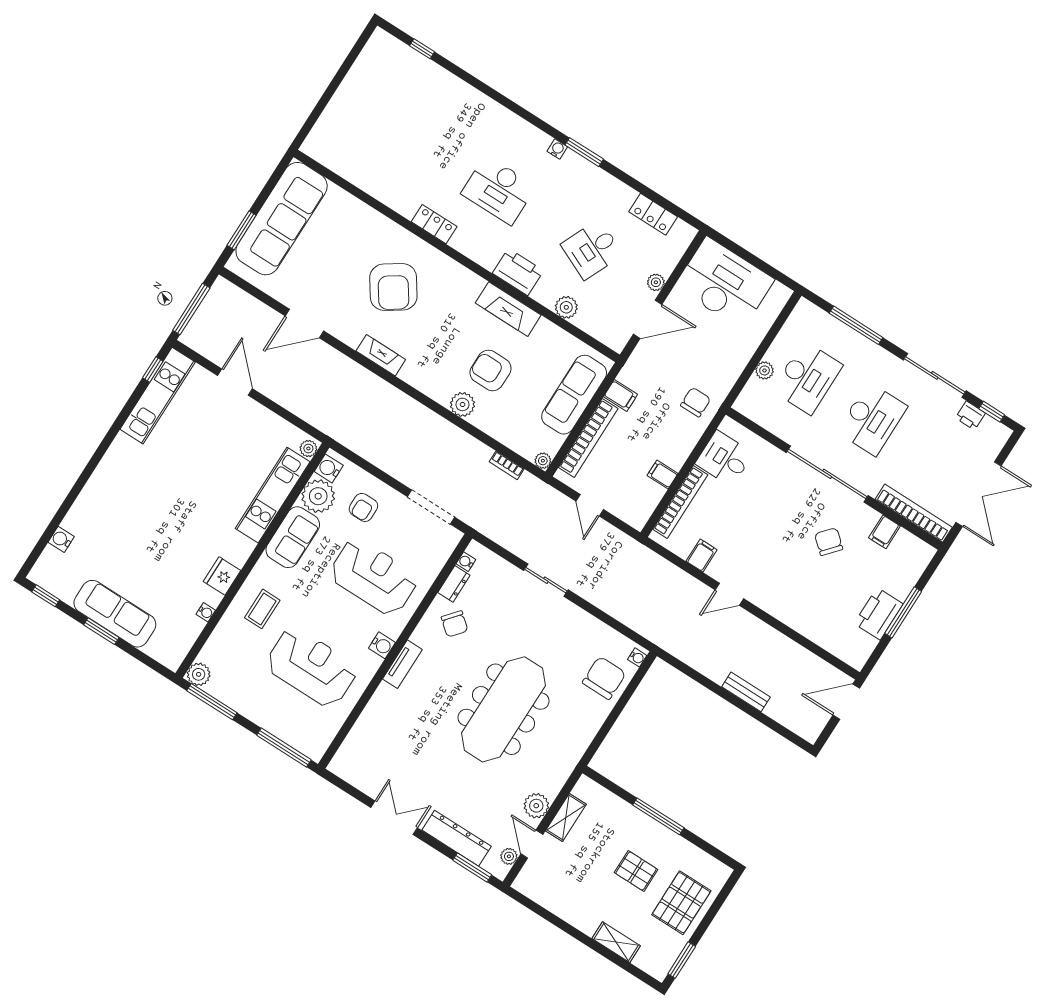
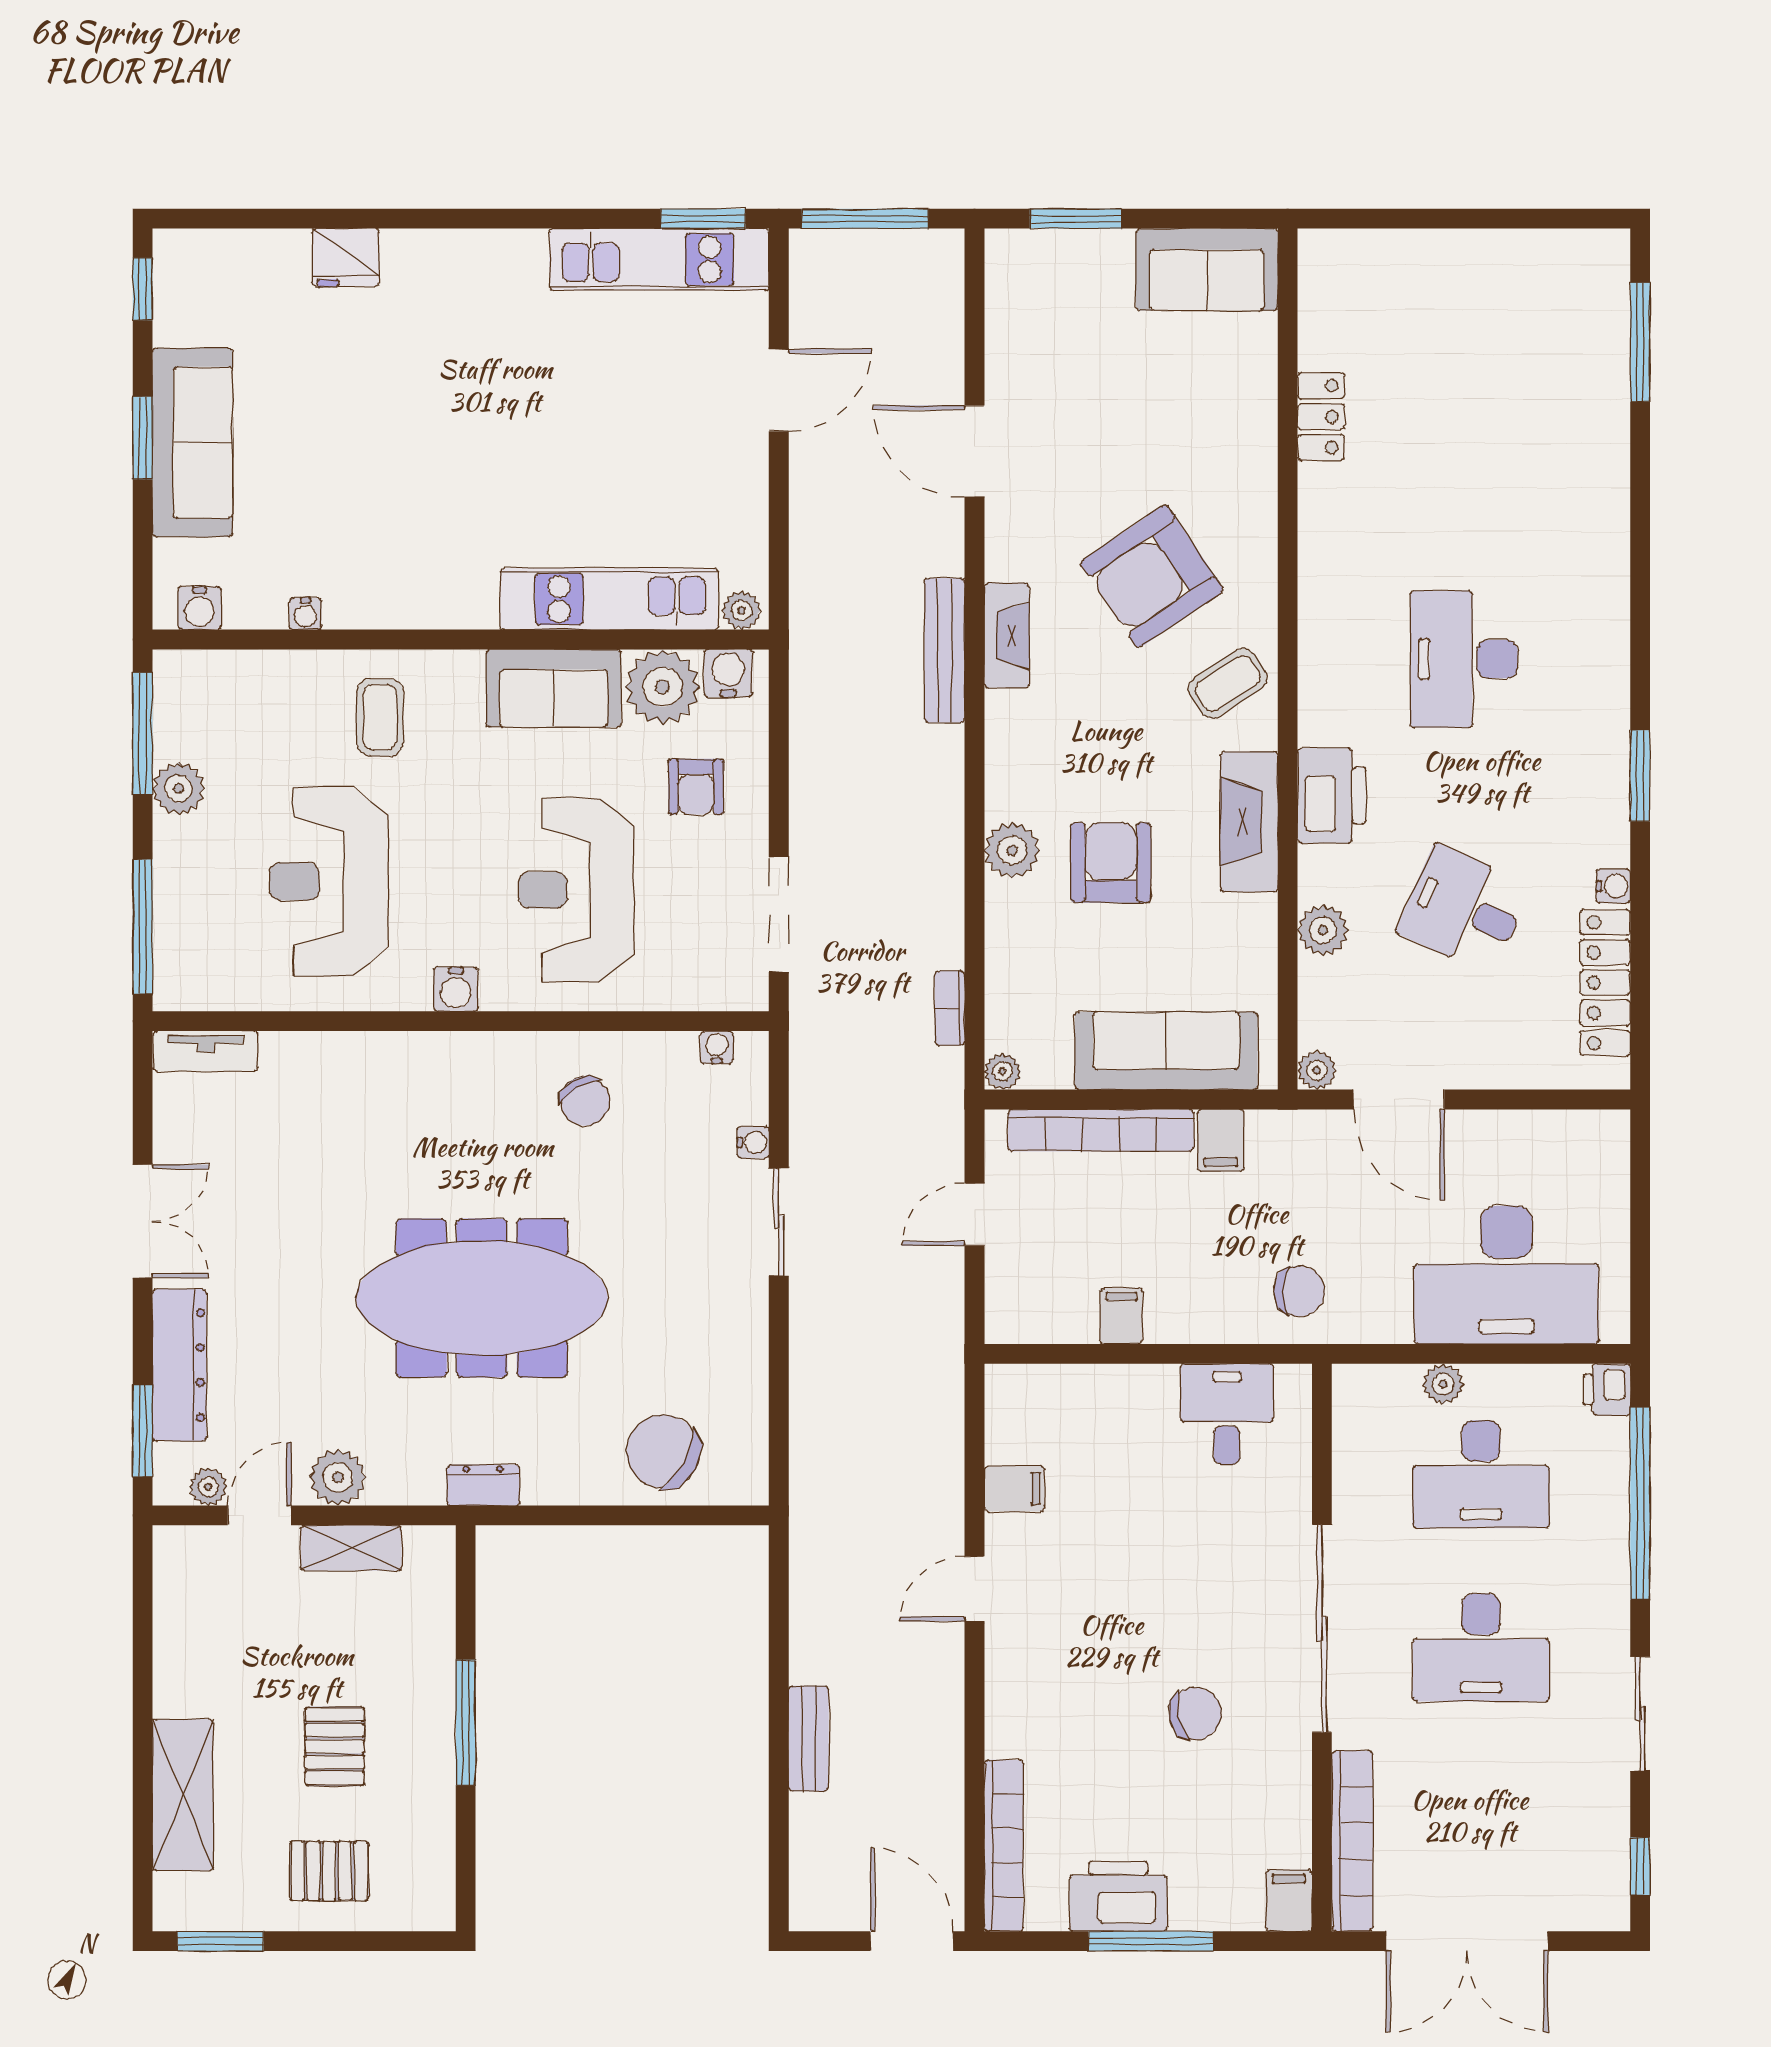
window: (422, 49) -> (1640, 342), width x2.17
water cooler: (557, 149) -> (1613, 886), moved
locker: (653, 214) -> (1605, 983), width x1.53
sofa: (282, 219) -> (1207, 269), width x0.54, depth x0.79
locker: (434, 224) -> (1321, 417), moved
plant: (656, 282) -> (1317, 1070), moved
desk: (724, 283) -> (1506, 1275), moved, turned 90
coffee table: (451, 284) -> (1228, 683), added
window: (856, 325) -> (1640, 1504), width x1.46
window: (153, 369) -> (703, 219), width x1.50
sliding door: (935, 375) -> (1640, 1714), width x0.73
bench: (372, 382) -> (945, 650), added
printer: (970, 416) -> (1607, 1390), moved
bookcase: (680, 502) -> (1004, 1846), moved, turned -90
armchair: (363, 507) -> (696, 787), turned -90
filing cabinet: (884, 532) -> (1289, 1901), moved, turned 90
water cooler: (61, 539) -> (199, 608), moved, turned 180
chair: (829, 542) -> (1195, 1714), turned 37
fridge: (222, 576) -> (346, 257), moved, turned 180
reception desk: (374, 577) -> (576, 890), turned 180
dresser: (454, 584) -> (483, 1485), moved, turned 180
door: (729, 594) -> (975, 1589), hinge flipped
coffee table: (262, 609) -> (380, 717), turned 90
chair: (455, 624) -> (585, 1101), turned -71
water cooler: (637, 657) -> (753, 1142), moved, turned -90
tv unit: (402, 664) -> (206, 1051), moved
reception desk: (311, 667) -> (329, 881), turned 180
plant: (199, 674) -> (179, 789), moved
chair: (604, 678) -> (663, 1452), turned -151
pallet: (681, 903) -> (329, 1871), width x0.67, depth x0.71
shelving: (616, 942) -> (183, 1795), width x1.50, depth x1.33

